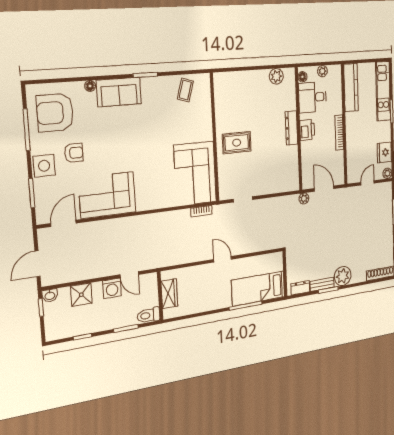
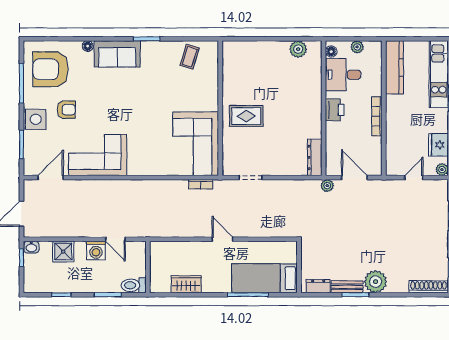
dresser: (291, 128) -> (315, 157), moved
wardrobe: (169, 294) -> (186, 284), moved, turned -90

